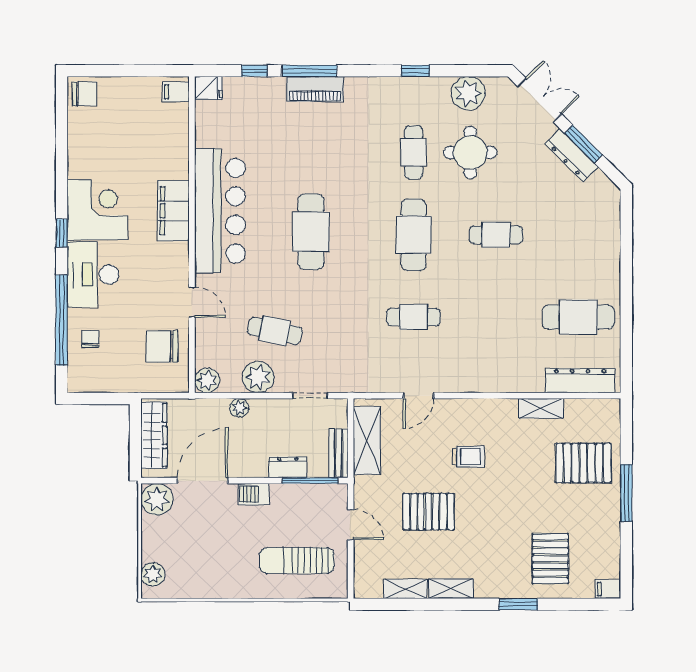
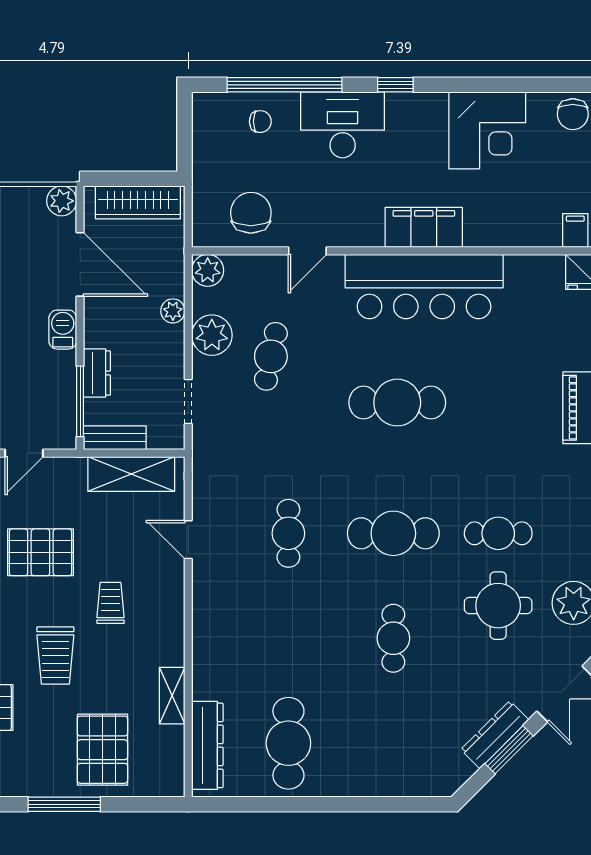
corner desk: (97, 210) -> (487, 130), moved
trolley: (468, 457) -> (111, 603), turned 180
plant: (157, 499) -> (62, 201), width x0.73, depth x0.73
trolley: (509, 500) -> (55, 656), added
pallet: (428, 512) -> (40, 552), turned 90

